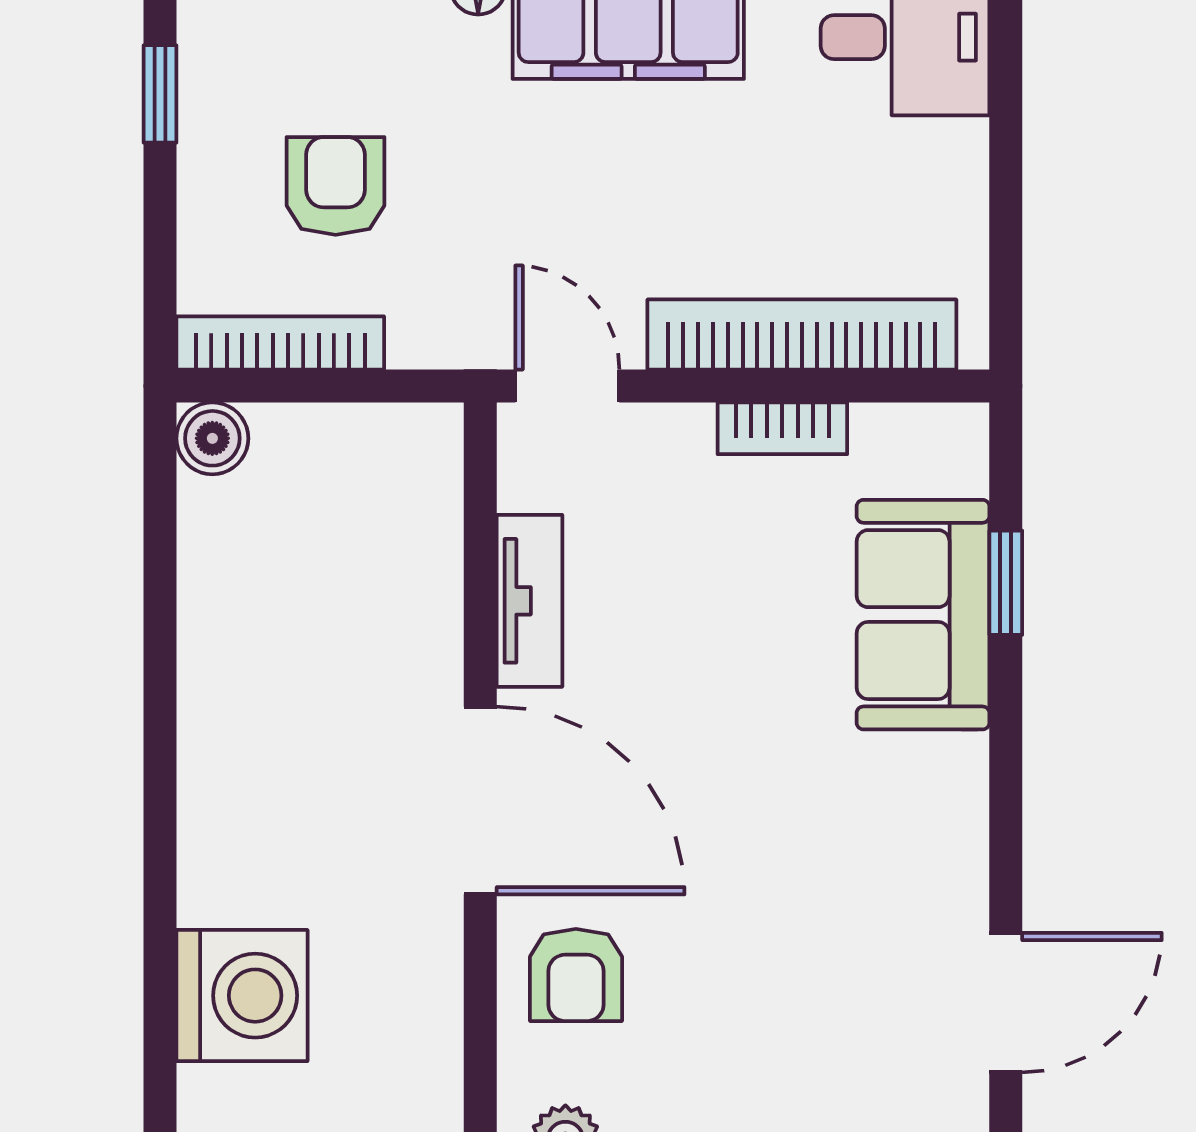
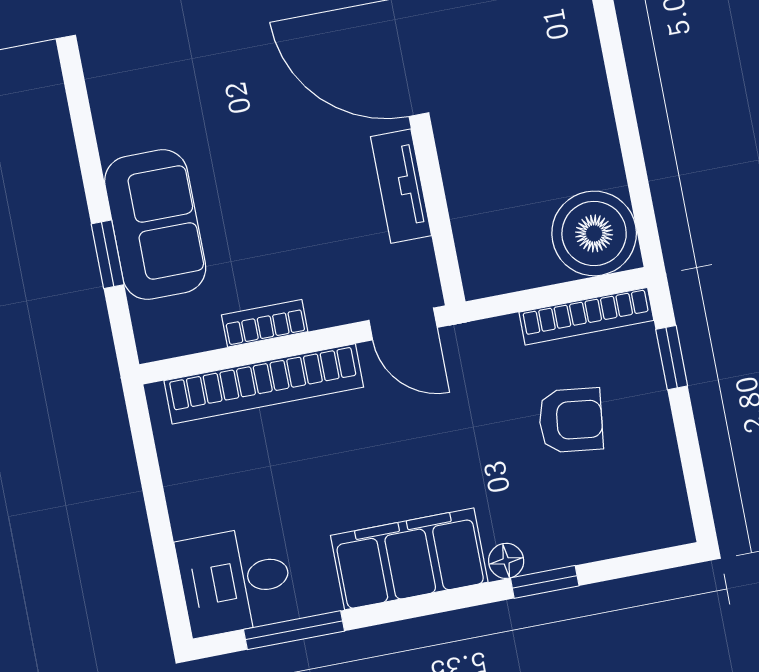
window: (160, 94) -> (672, 358), moved
armchair: (336, 186) -> (571, 420), turned -83
boiler: (212, 438) -> (594, 233), width x1.86, depth x1.86

